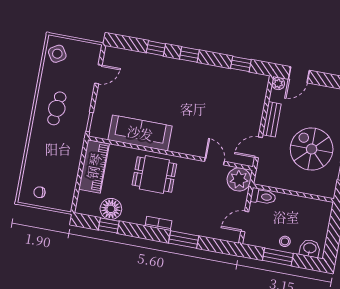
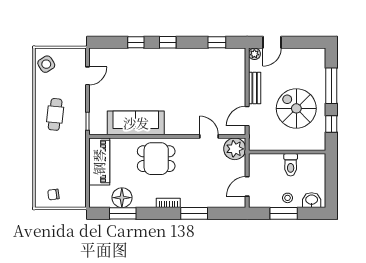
toilet: (263, 197) -> (291, 165), moved, turned 90
window: (109, 226) -> (123, 213), width x1.50

